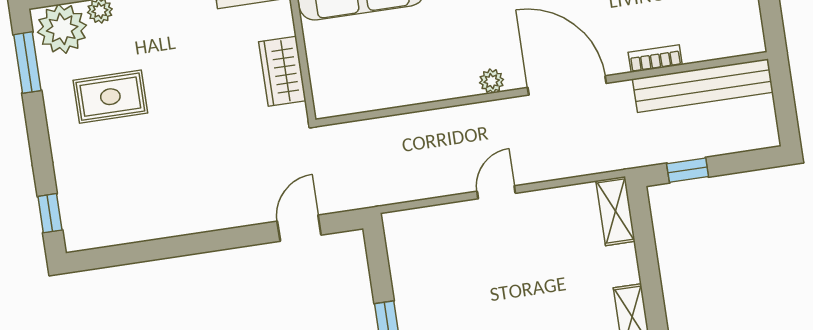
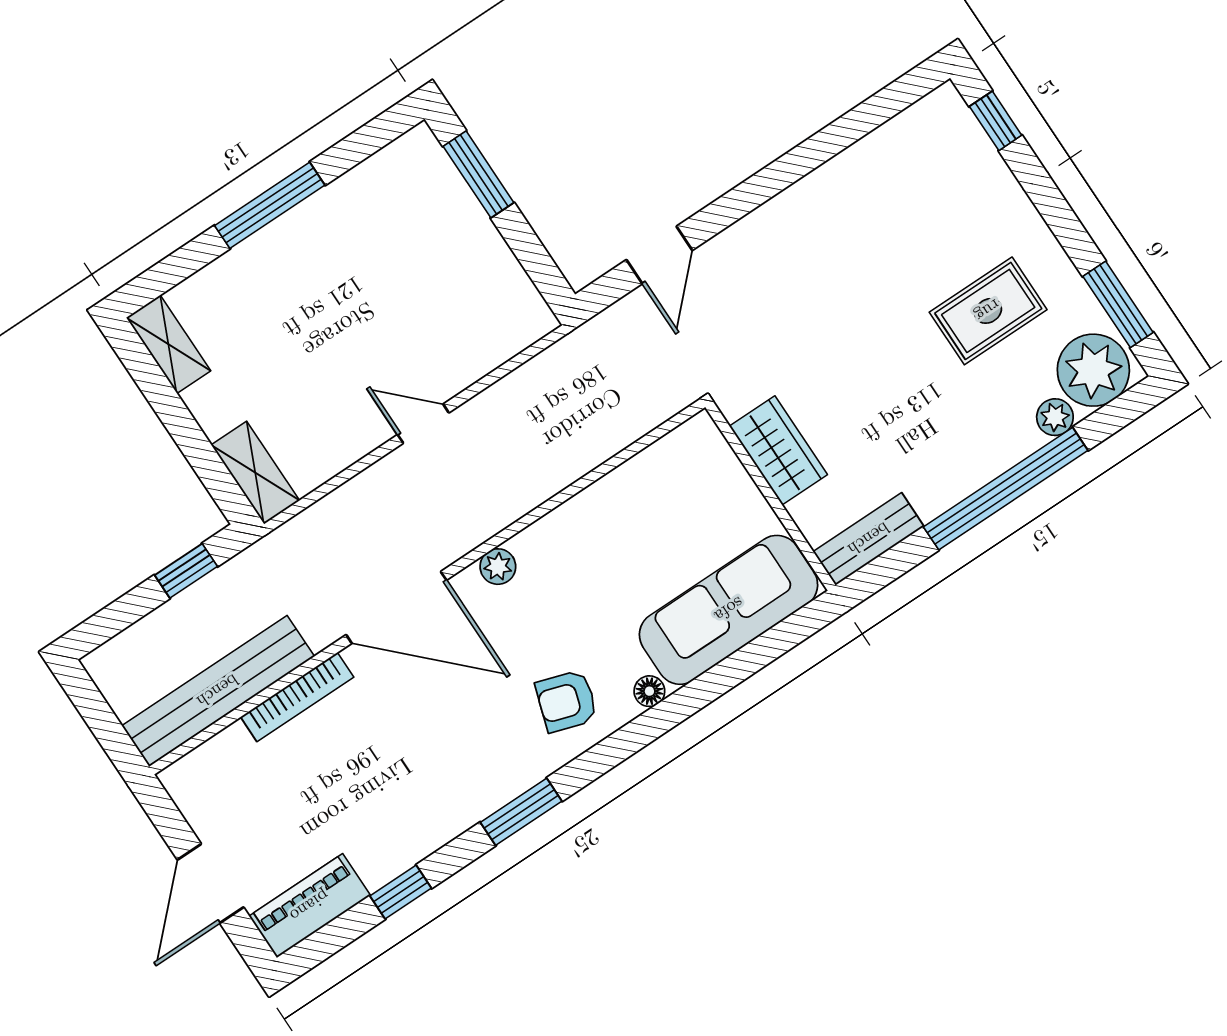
bookcase: (655, 59) -> (297, 697), width x1.56
door: (496, 192) -> (423, 424), swing flipped

